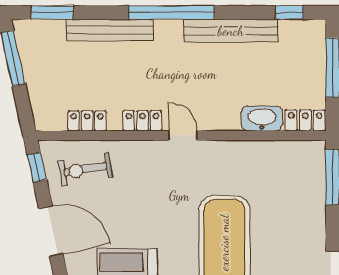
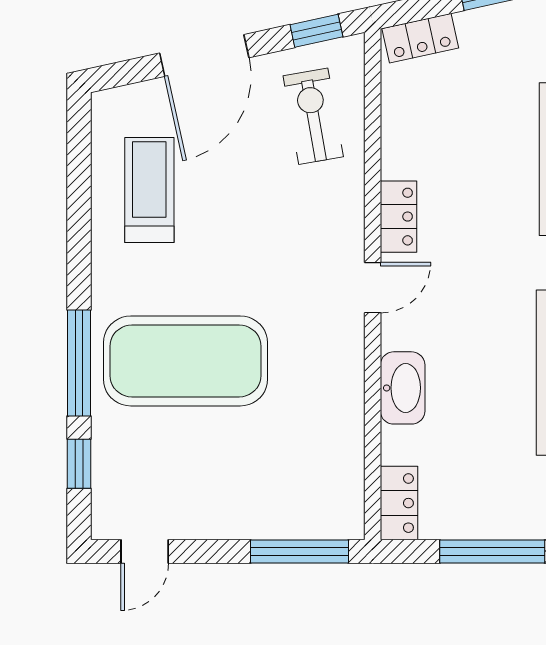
washbasin: (262, 118) -> (403, 388), moved
locker: (87, 121) -> (420, 38), moved, turned 78

